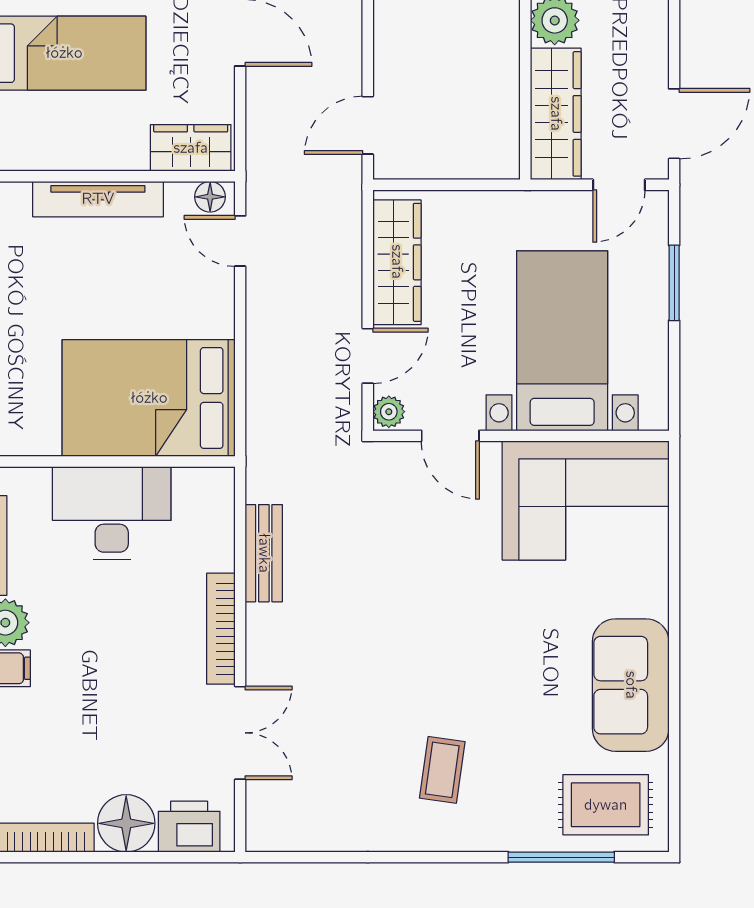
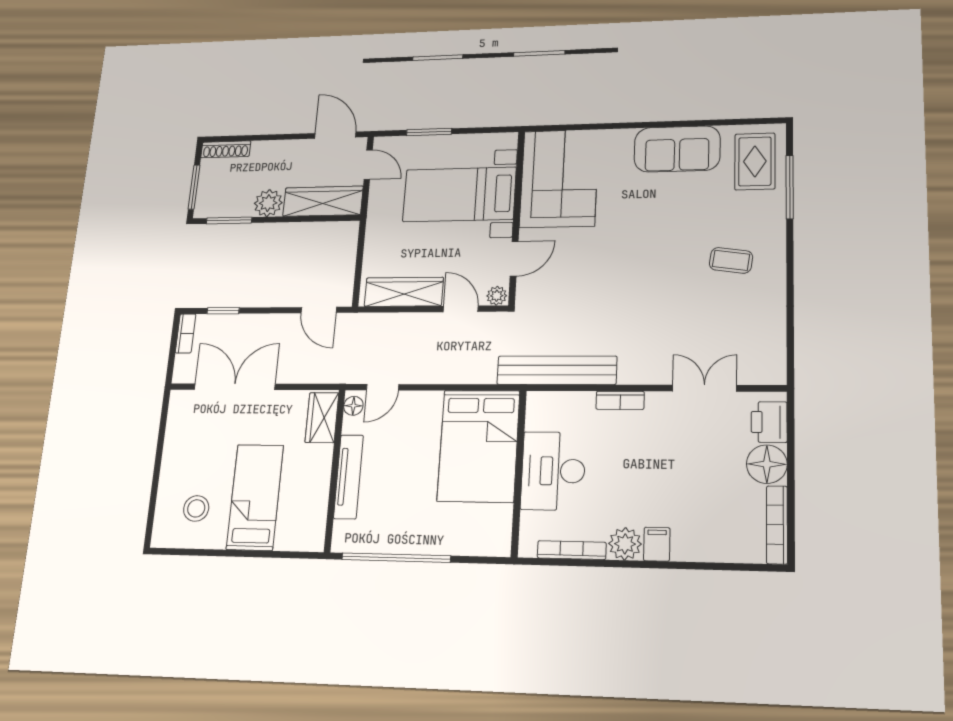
bench: (264, 553) -> (557, 370), width x1.86, depth x1.21
bookcase: (221, 629) -> (620, 400), width x0.64

